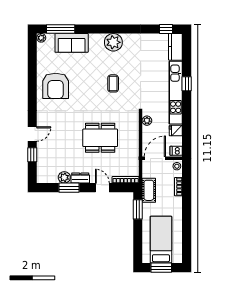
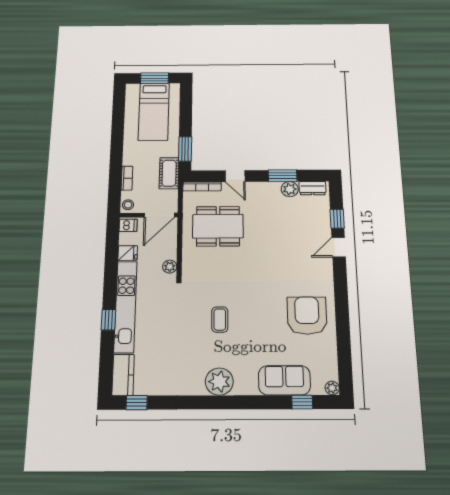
window: (61, 29) -> (302, 402), width x0.46
dining table: (100, 138) -> (218, 226), moved
dresser: (80, 178) -> (313, 188), moved

